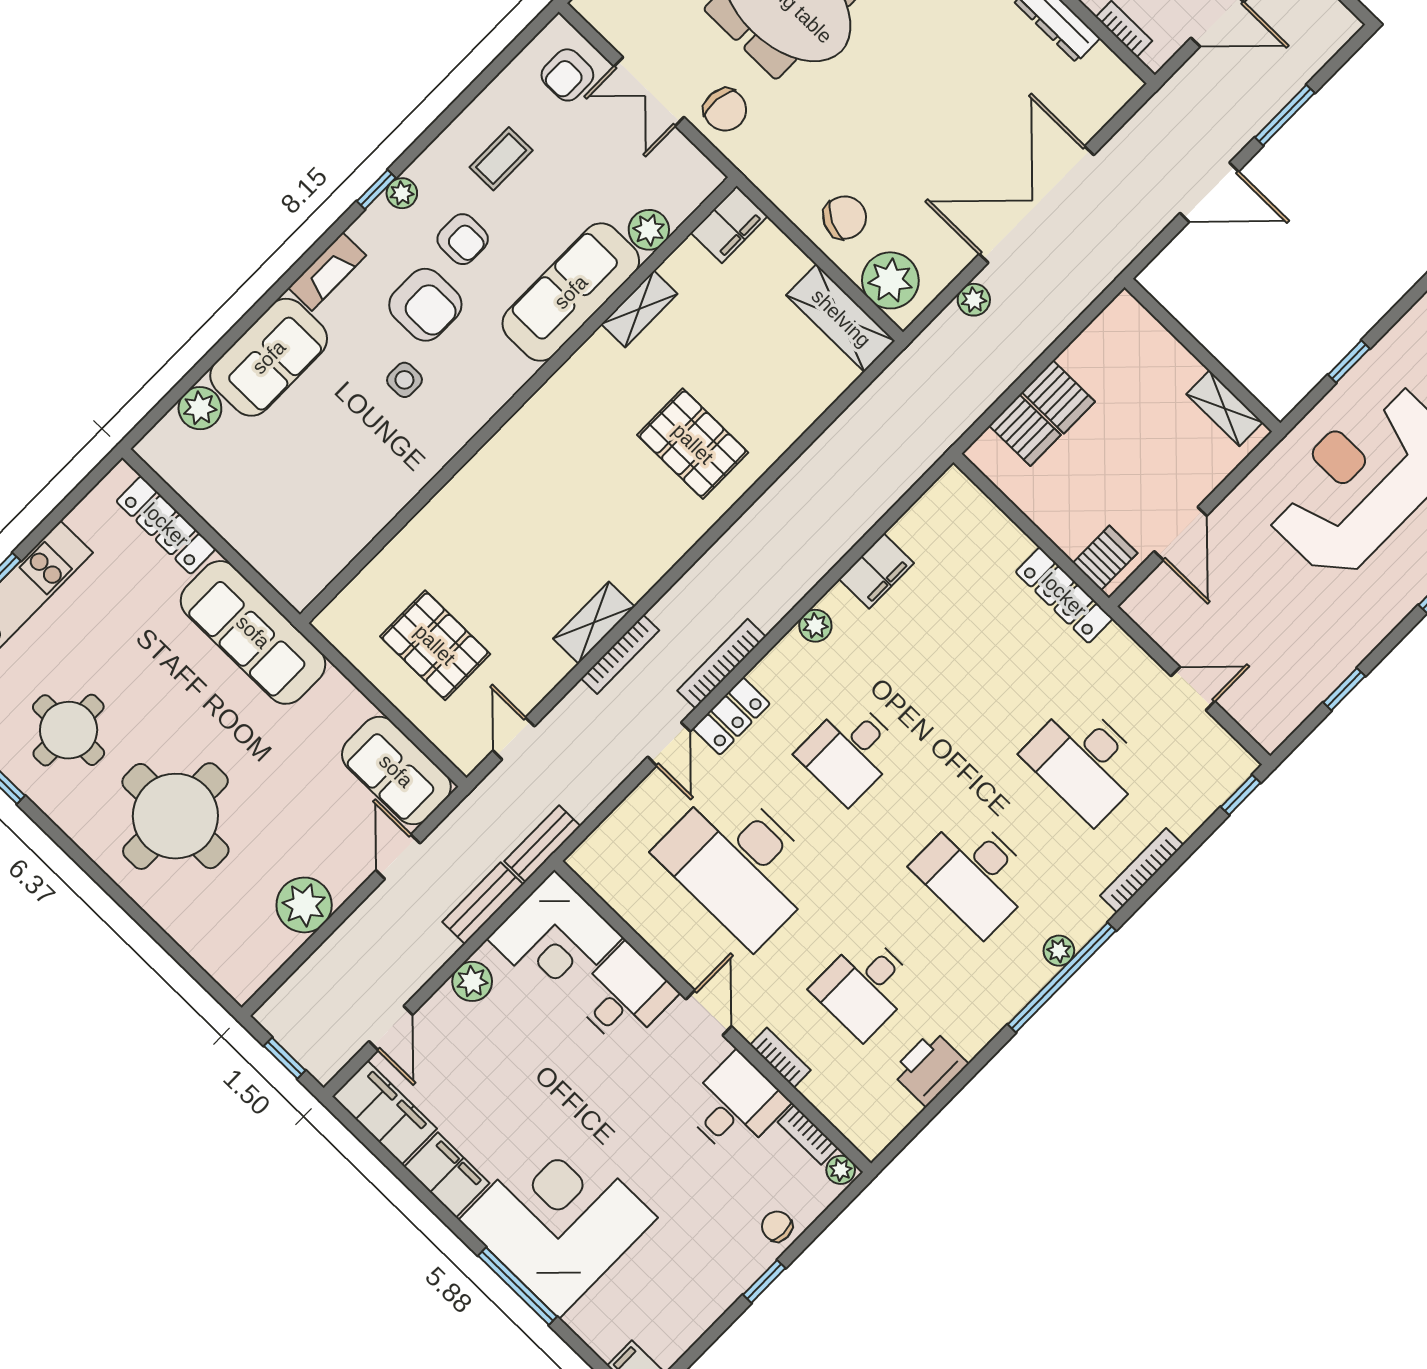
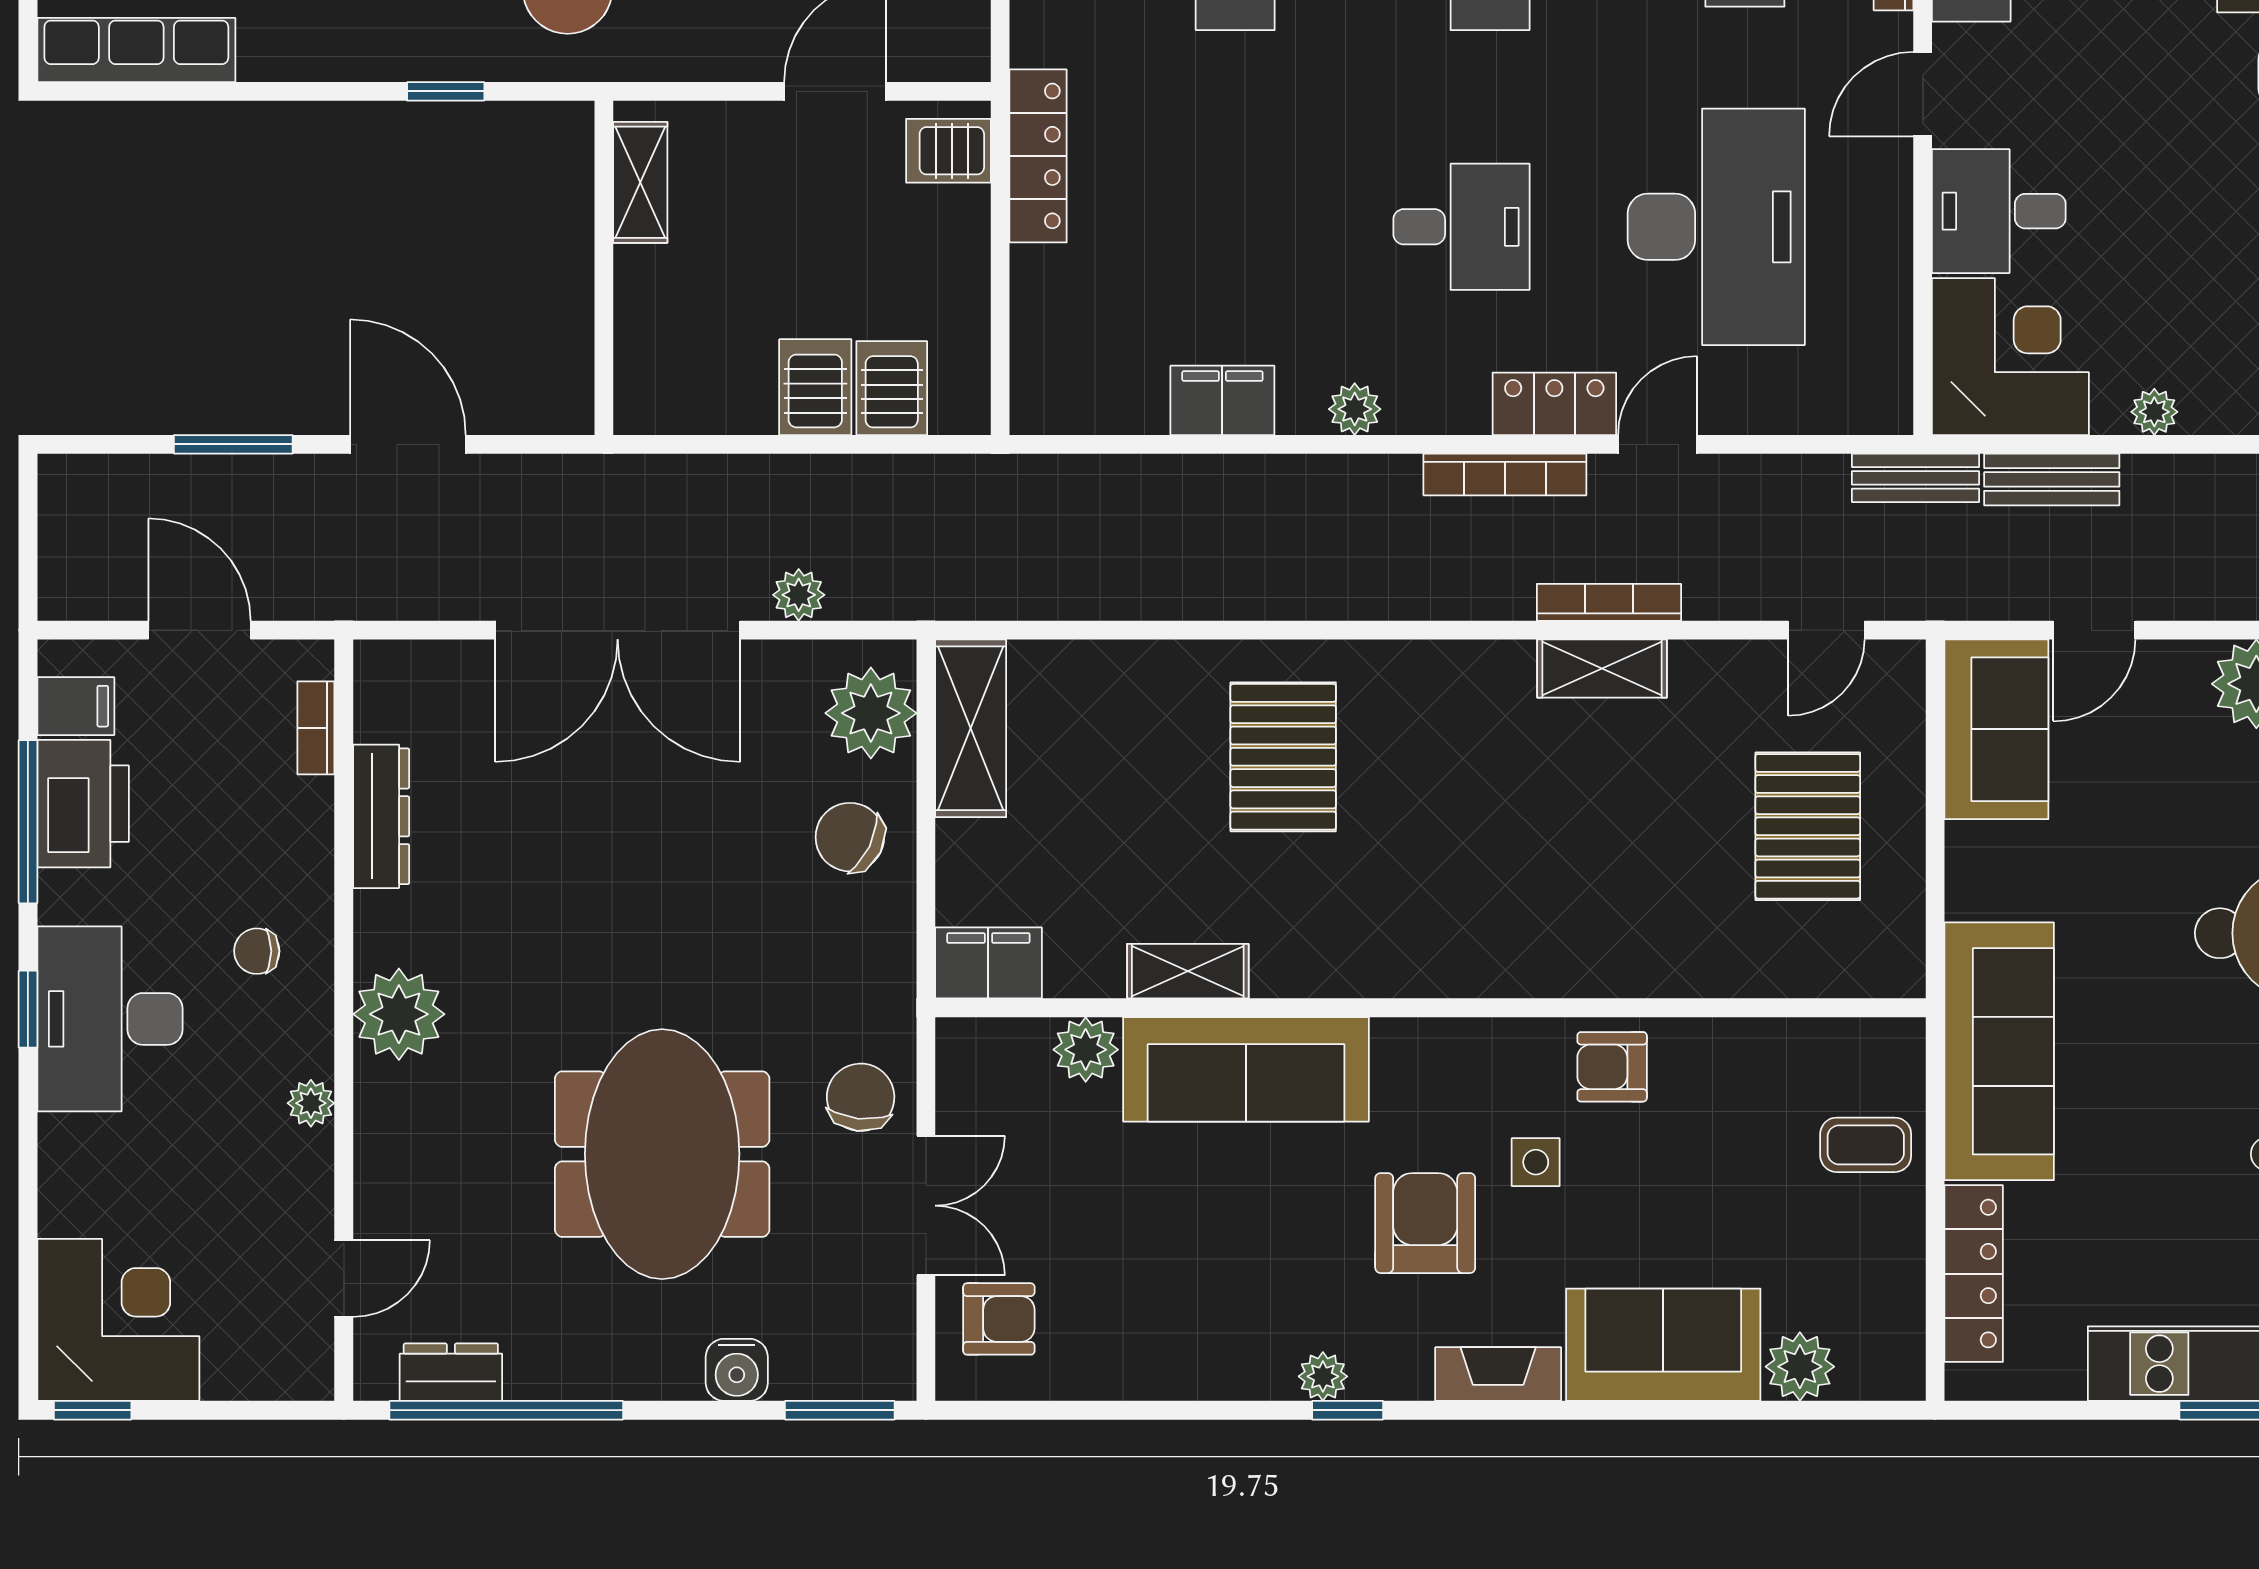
coffee table: (501, 159) -> (1866, 1145), moved
armchair: (463, 239) -> (1612, 1067), moved, turned -90
plant: (472, 981) -> (2154, 412), width x0.73, depth x0.73

